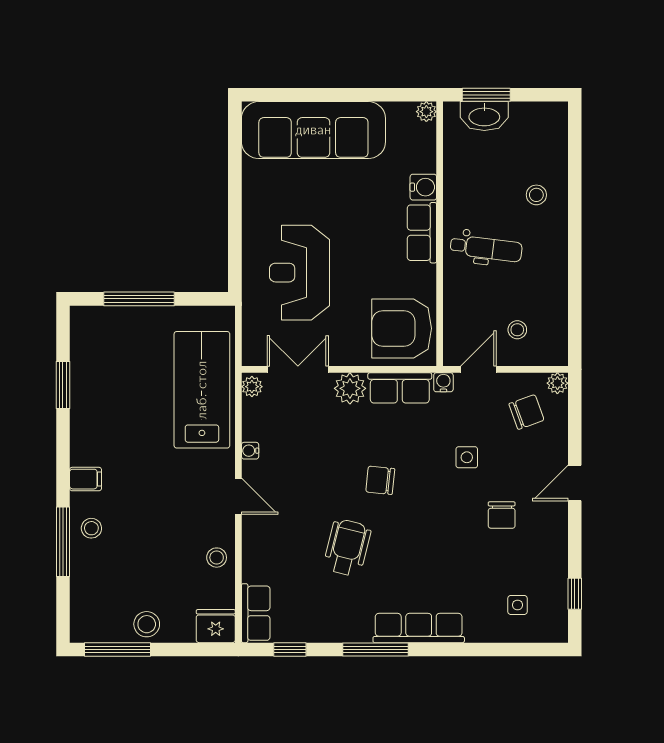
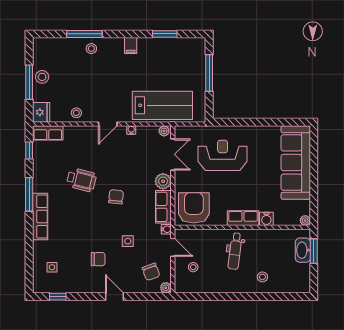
filing cabinet: (86, 479) -> (131, 46), moved
chair: (502, 515) -> (98, 259), turned 180
window: (117, 649) -> (29, 82), moved

